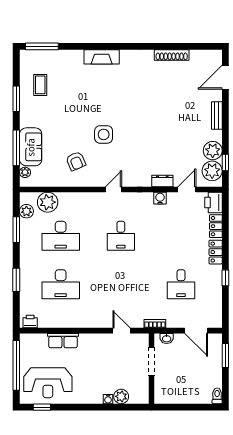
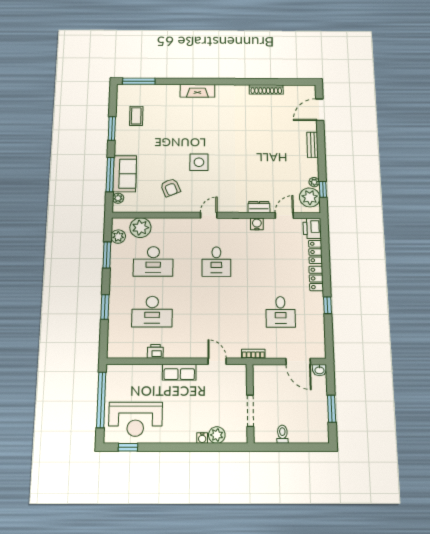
plant: (213, 151) -> (314, 182), width x0.53, depth x0.53
printer: (30, 322) -> (155, 351), moved
washbasin: (167, 338) -> (319, 370), moved
row of seats: (63, 341) -> (179, 372), moved
window: (225, 355) -> (332, 409), moved
doorway: (151, 361) -> (250, 411), moved
toilet: (217, 396) -> (282, 434), moved

